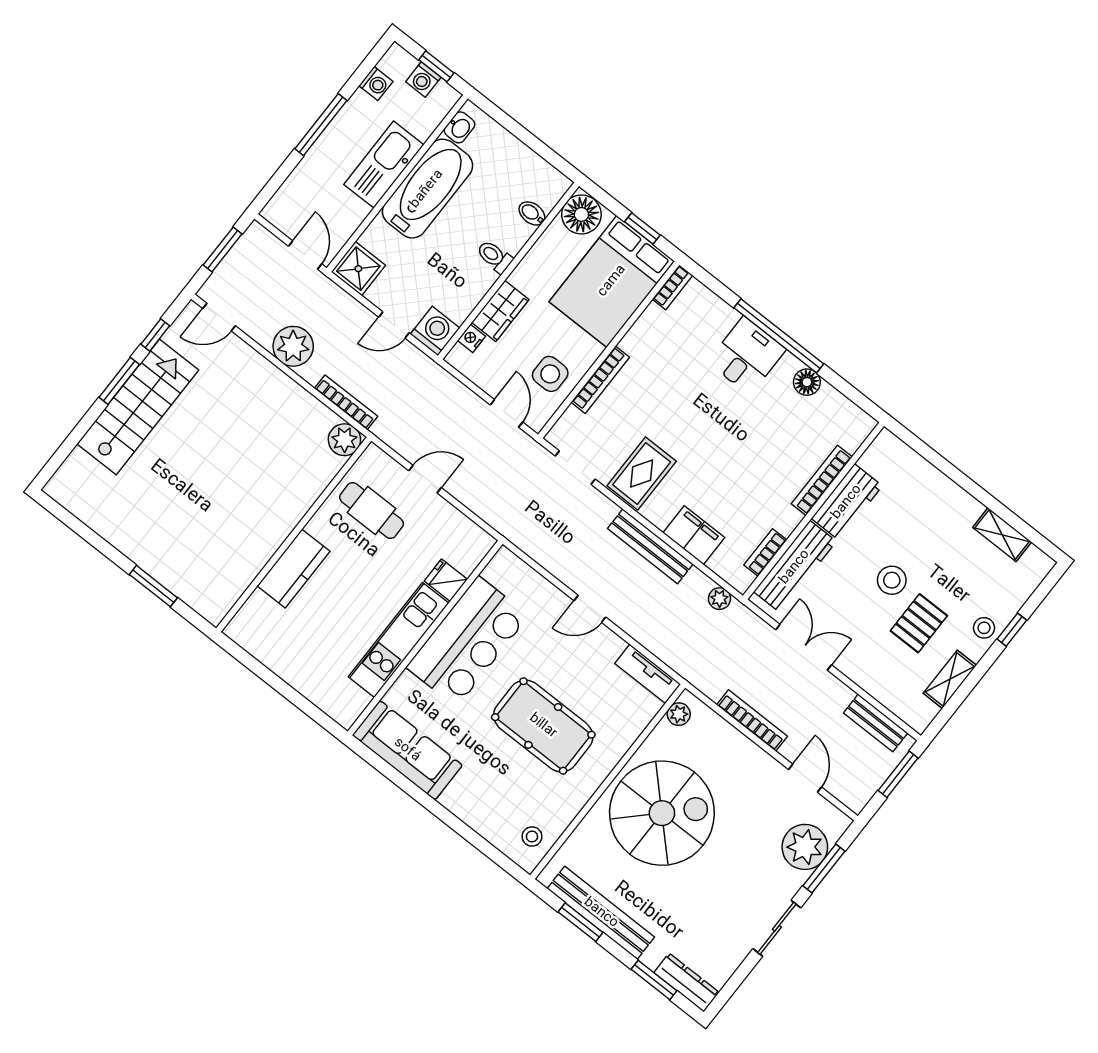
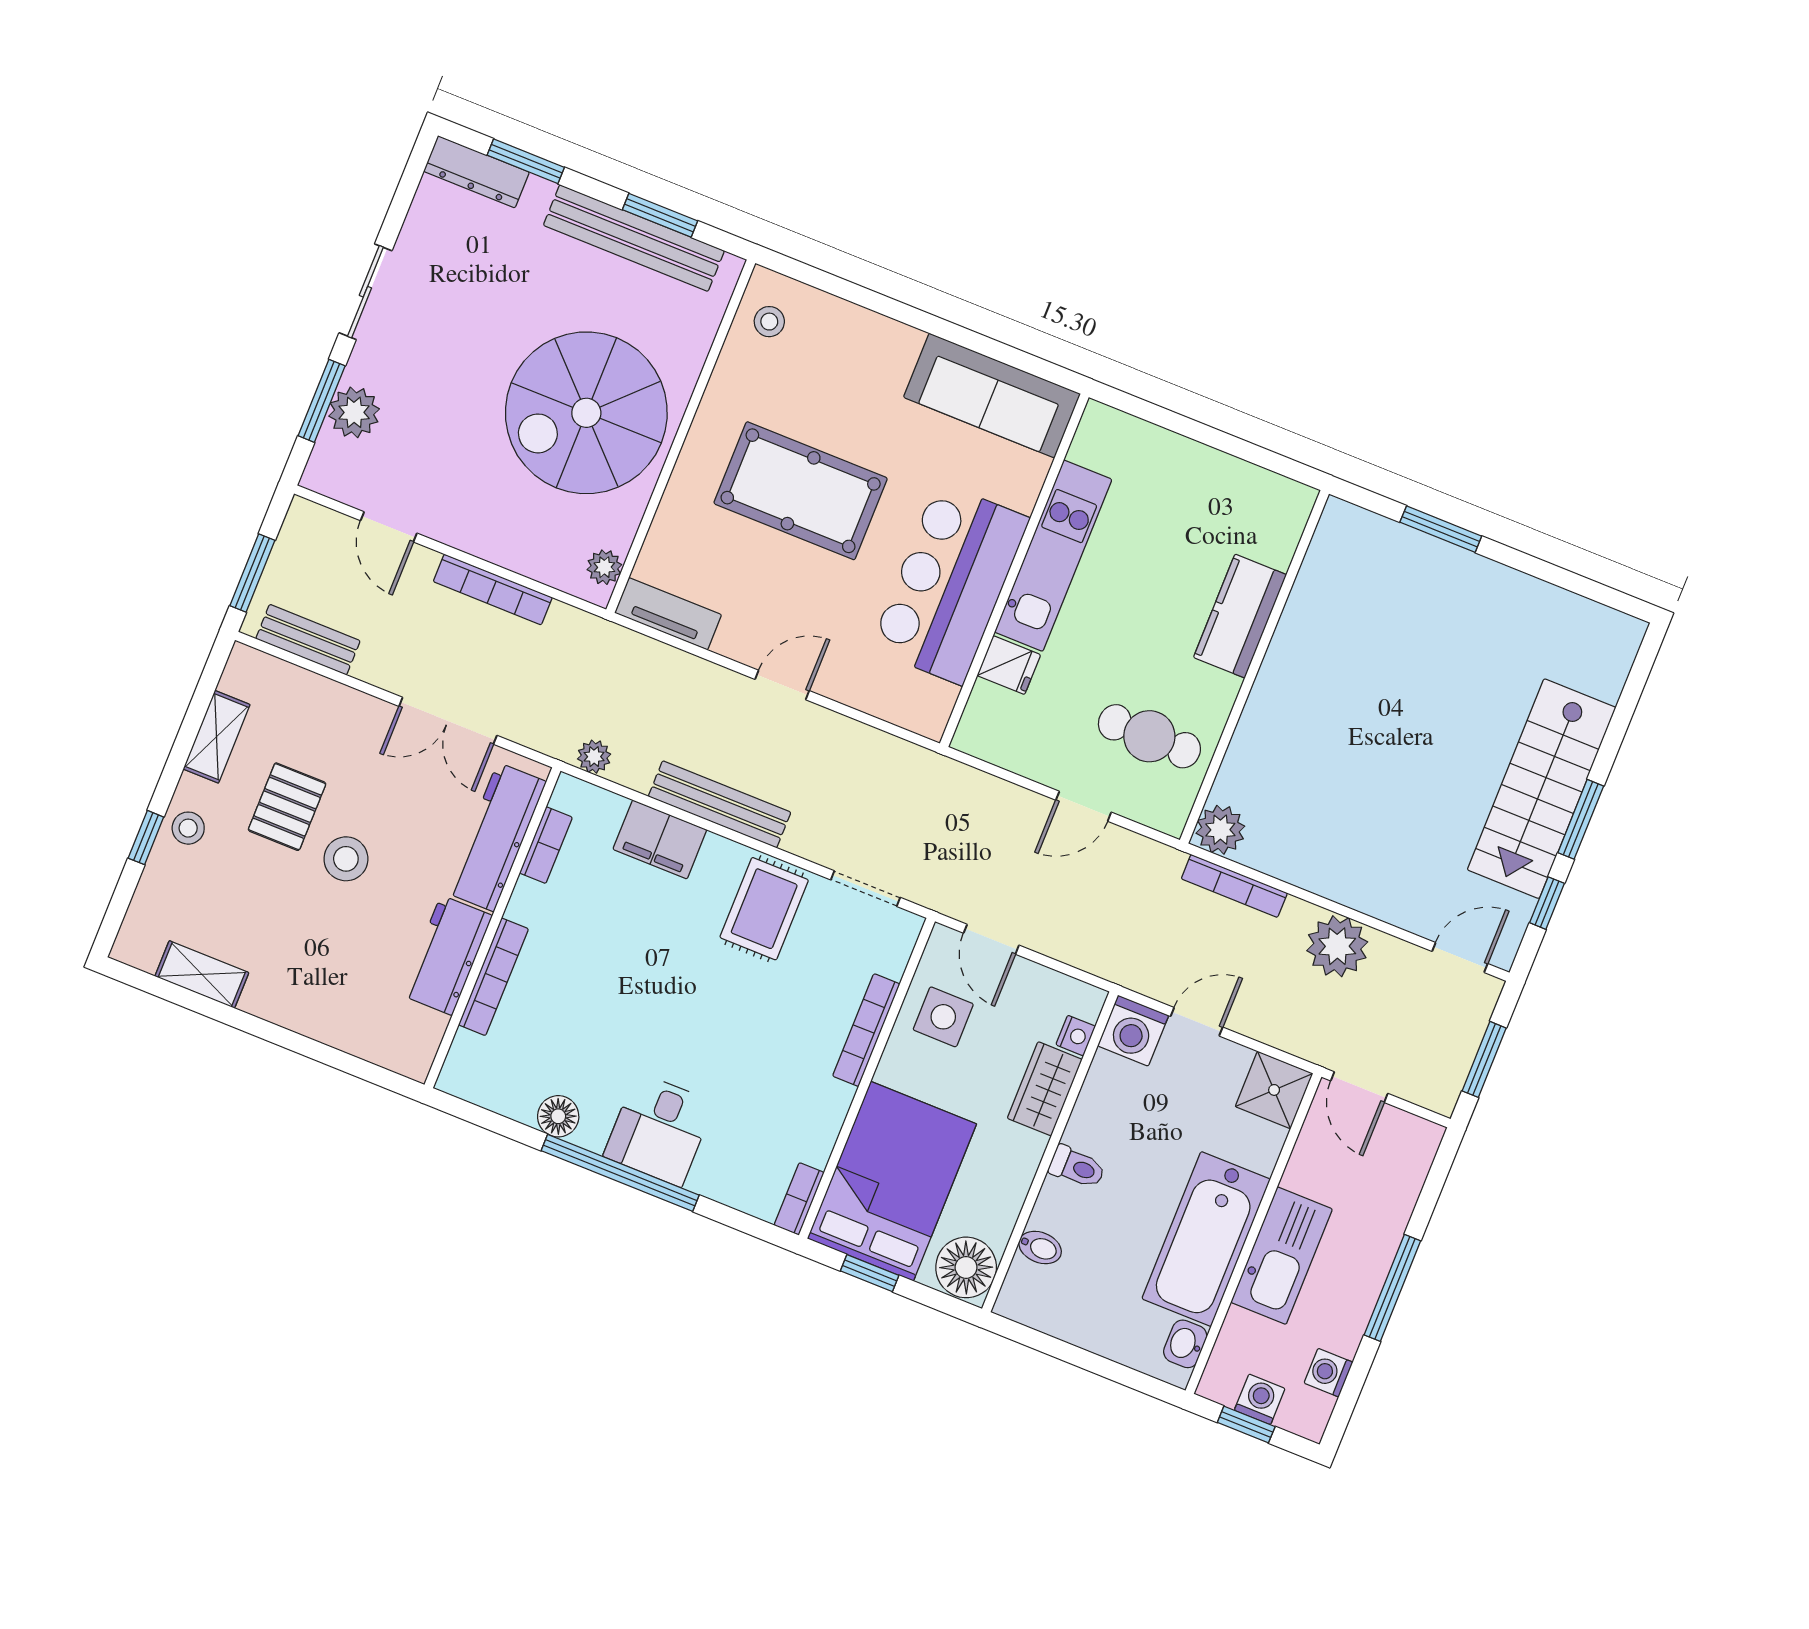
plant: (805, 847) -> (354, 412), width x0.73, depth x0.73

